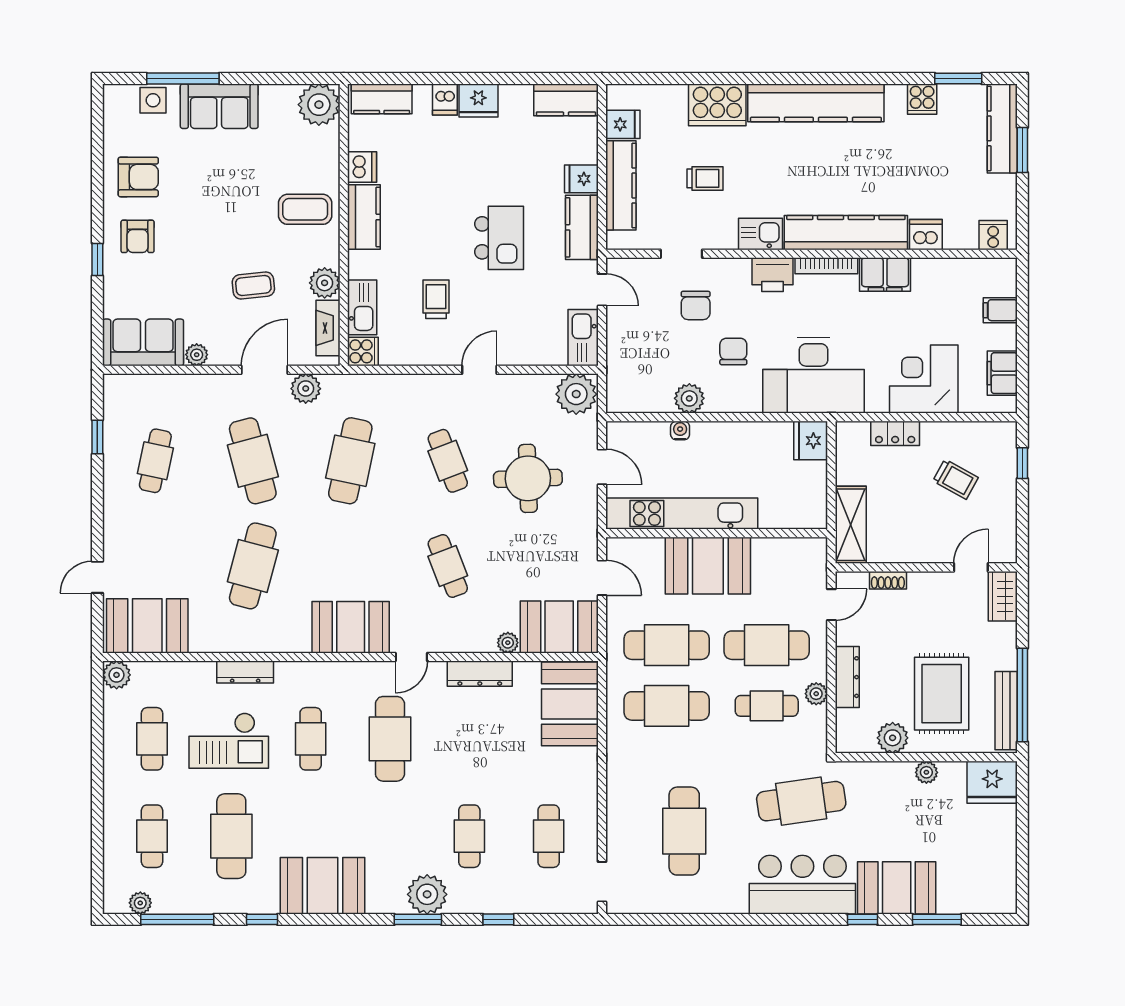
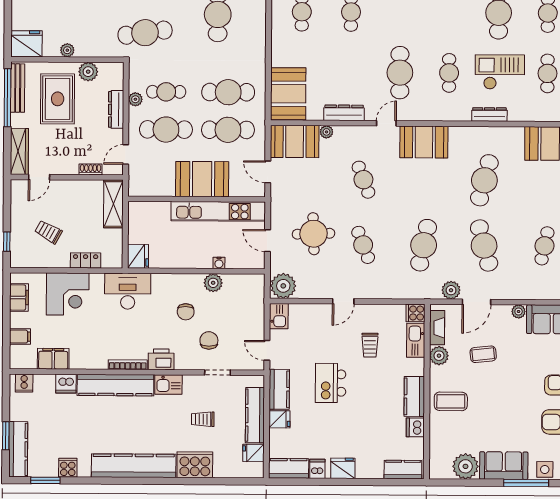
dishwasher: (445, 99) -> (317, 469), moved
plant: (319, 105) -> (465, 466), moved
filing cabinet: (885, 275) -> (53, 359), moved
kitchen sink: (583, 338) -> (279, 316), width x0.73
desk: (814, 375) -> (128, 291), width x0.73, depth x0.77
wardrobe: (1003, 596) -> (19, 151), width x1.50

